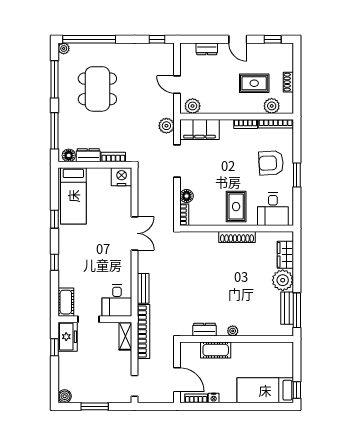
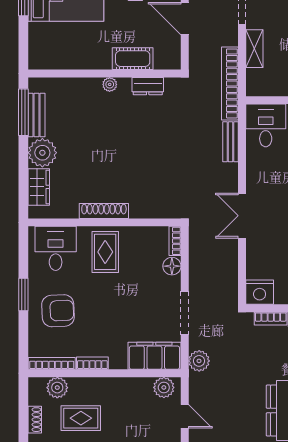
shelving: (125, 336) -> (254, 49), moved

